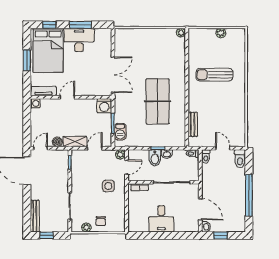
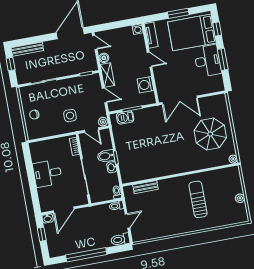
parasol: (152, 51) -> (210, 134), added
table tennis table: (158, 101) -> (162, 149), removed
washing machine: (104, 106) -> (145, 85), moved
plant: (86, 227) -> (25, 102), removed

